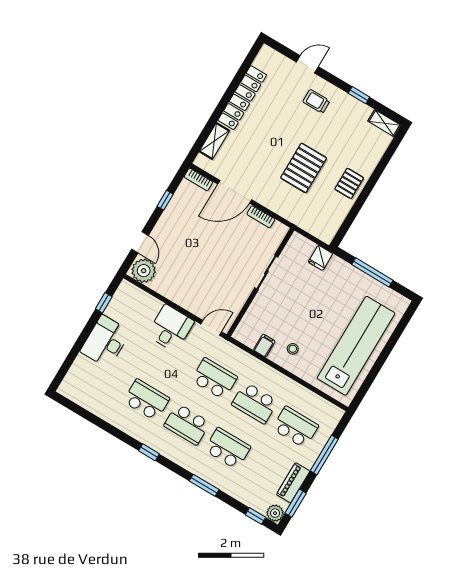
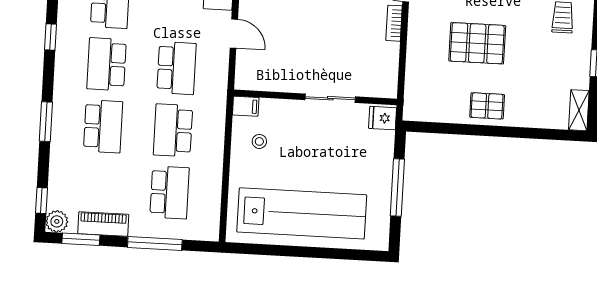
sliding door: (266, 273) -> (330, 98), moved
wall: (260, 282) -> (315, 97), moved

